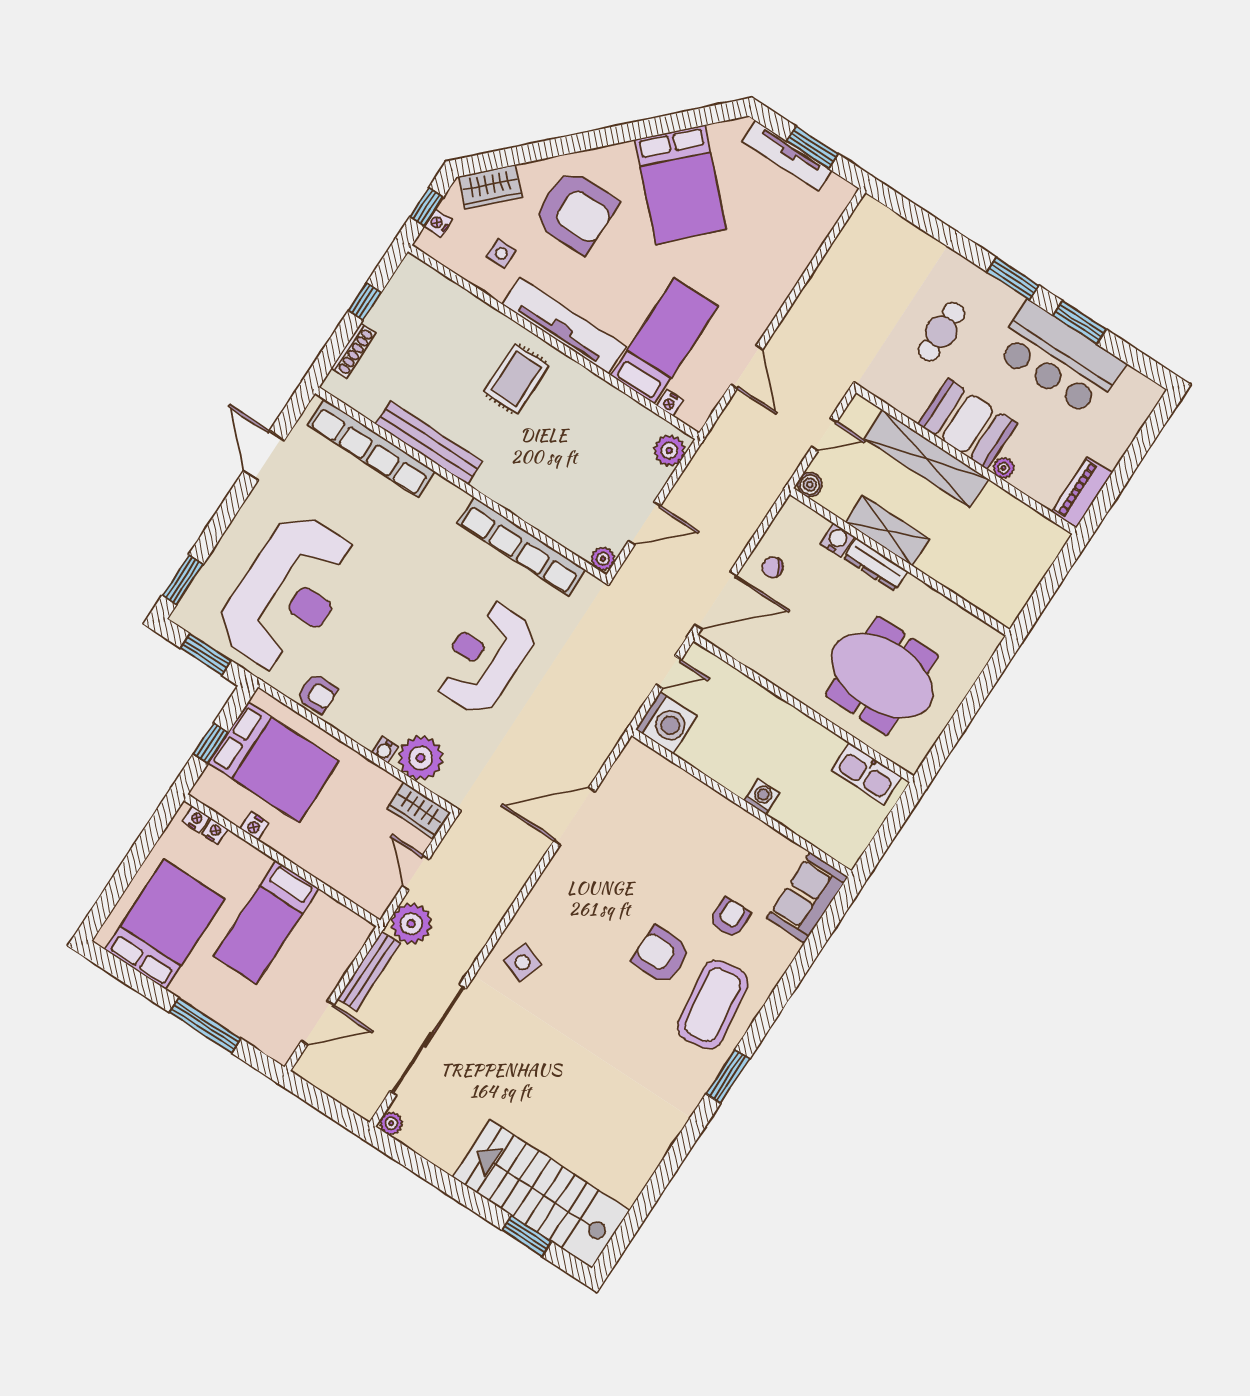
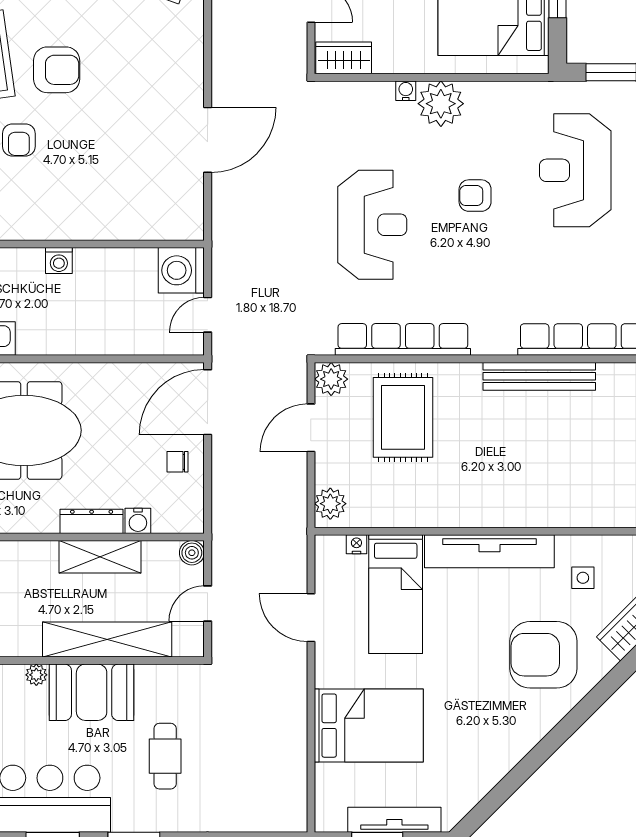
bed: (680, 185) -> (369, 726), moved, turned 135
rug: (516, 379) -> (403, 417), moved, width x1.36, depth x1.43
plant: (603, 559) -> (331, 379), width x1.38, depth x1.38
chair: (773, 567) -> (177, 462), turned -151
reception desk: (288, 593) -> (575, 170), width x0.74, depth x0.77
armchair: (317, 694) -> (475, 196), moved
plant: (421, 758) -> (441, 104), moved

